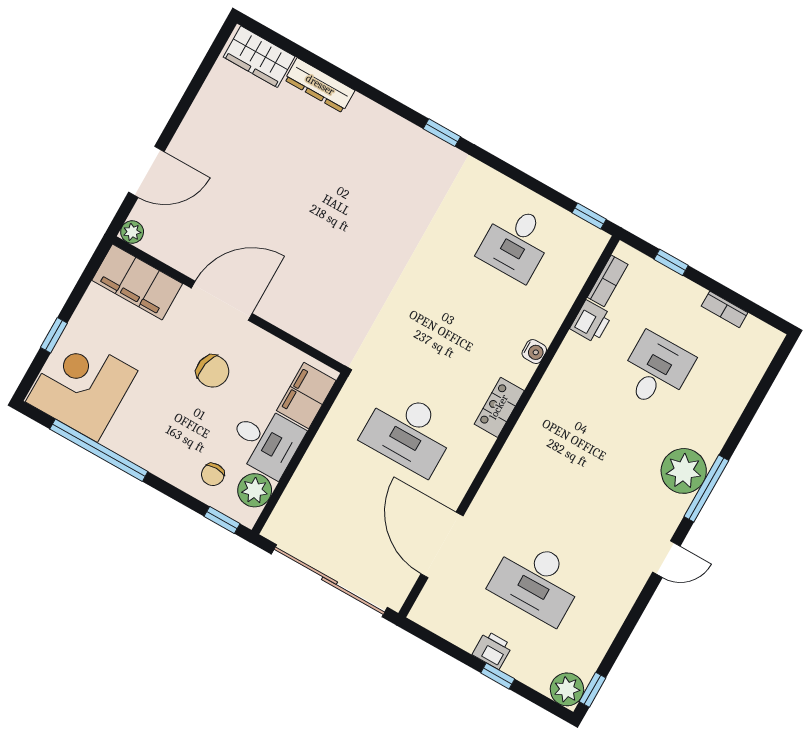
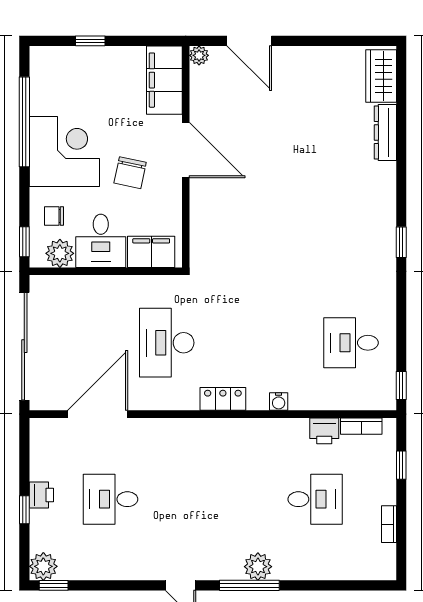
corner desk: (82, 386) -> (64, 151), moved
plant: (684, 471) -> (258, 567), width x0.73, depth x0.73
desk: (537, 581) -> (111, 499), width x0.73

